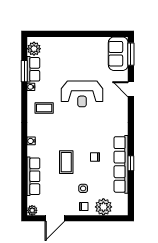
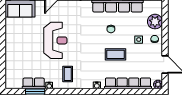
plant: (34, 49) -> (15, 83), removed
row of seats: (33, 176) -> (128, 83), width x1.36

